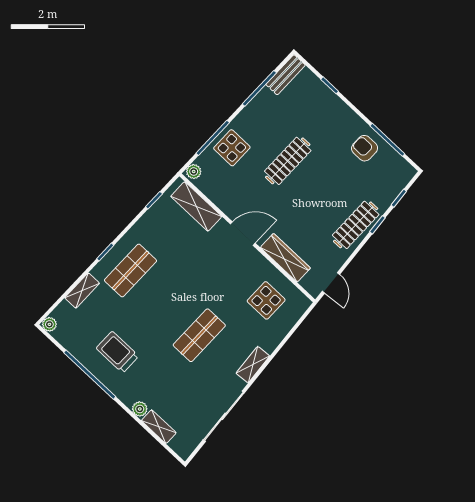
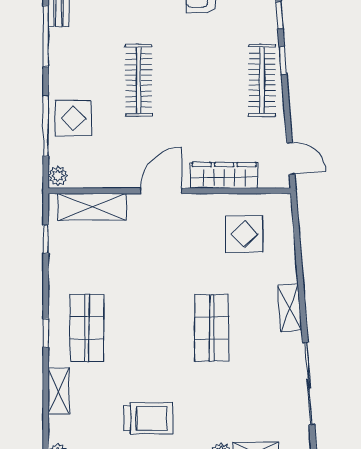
trolley: (117, 352) -> (148, 418), turned 180

